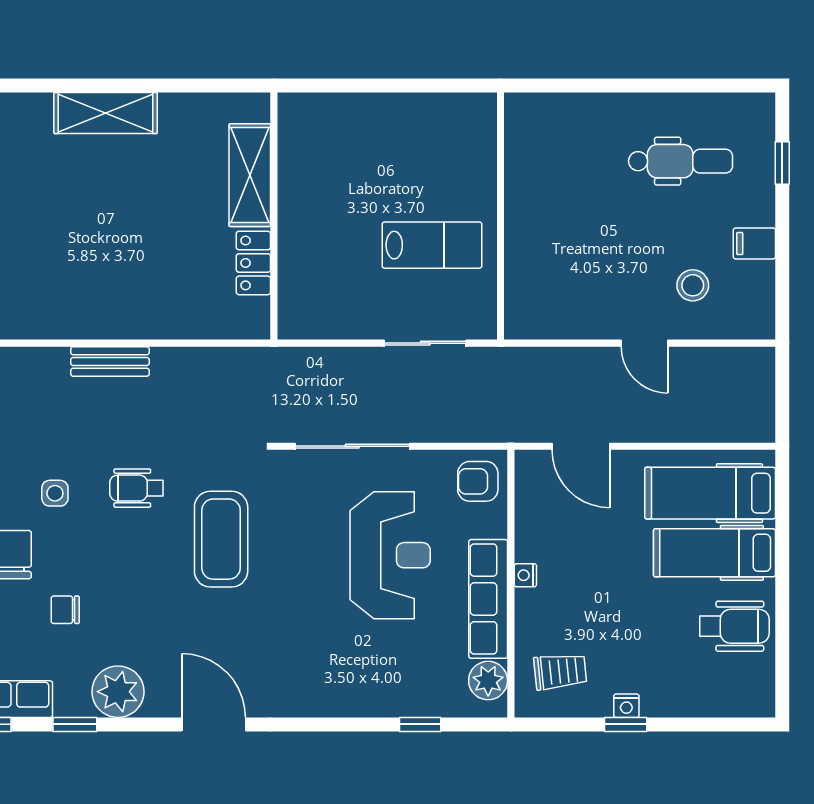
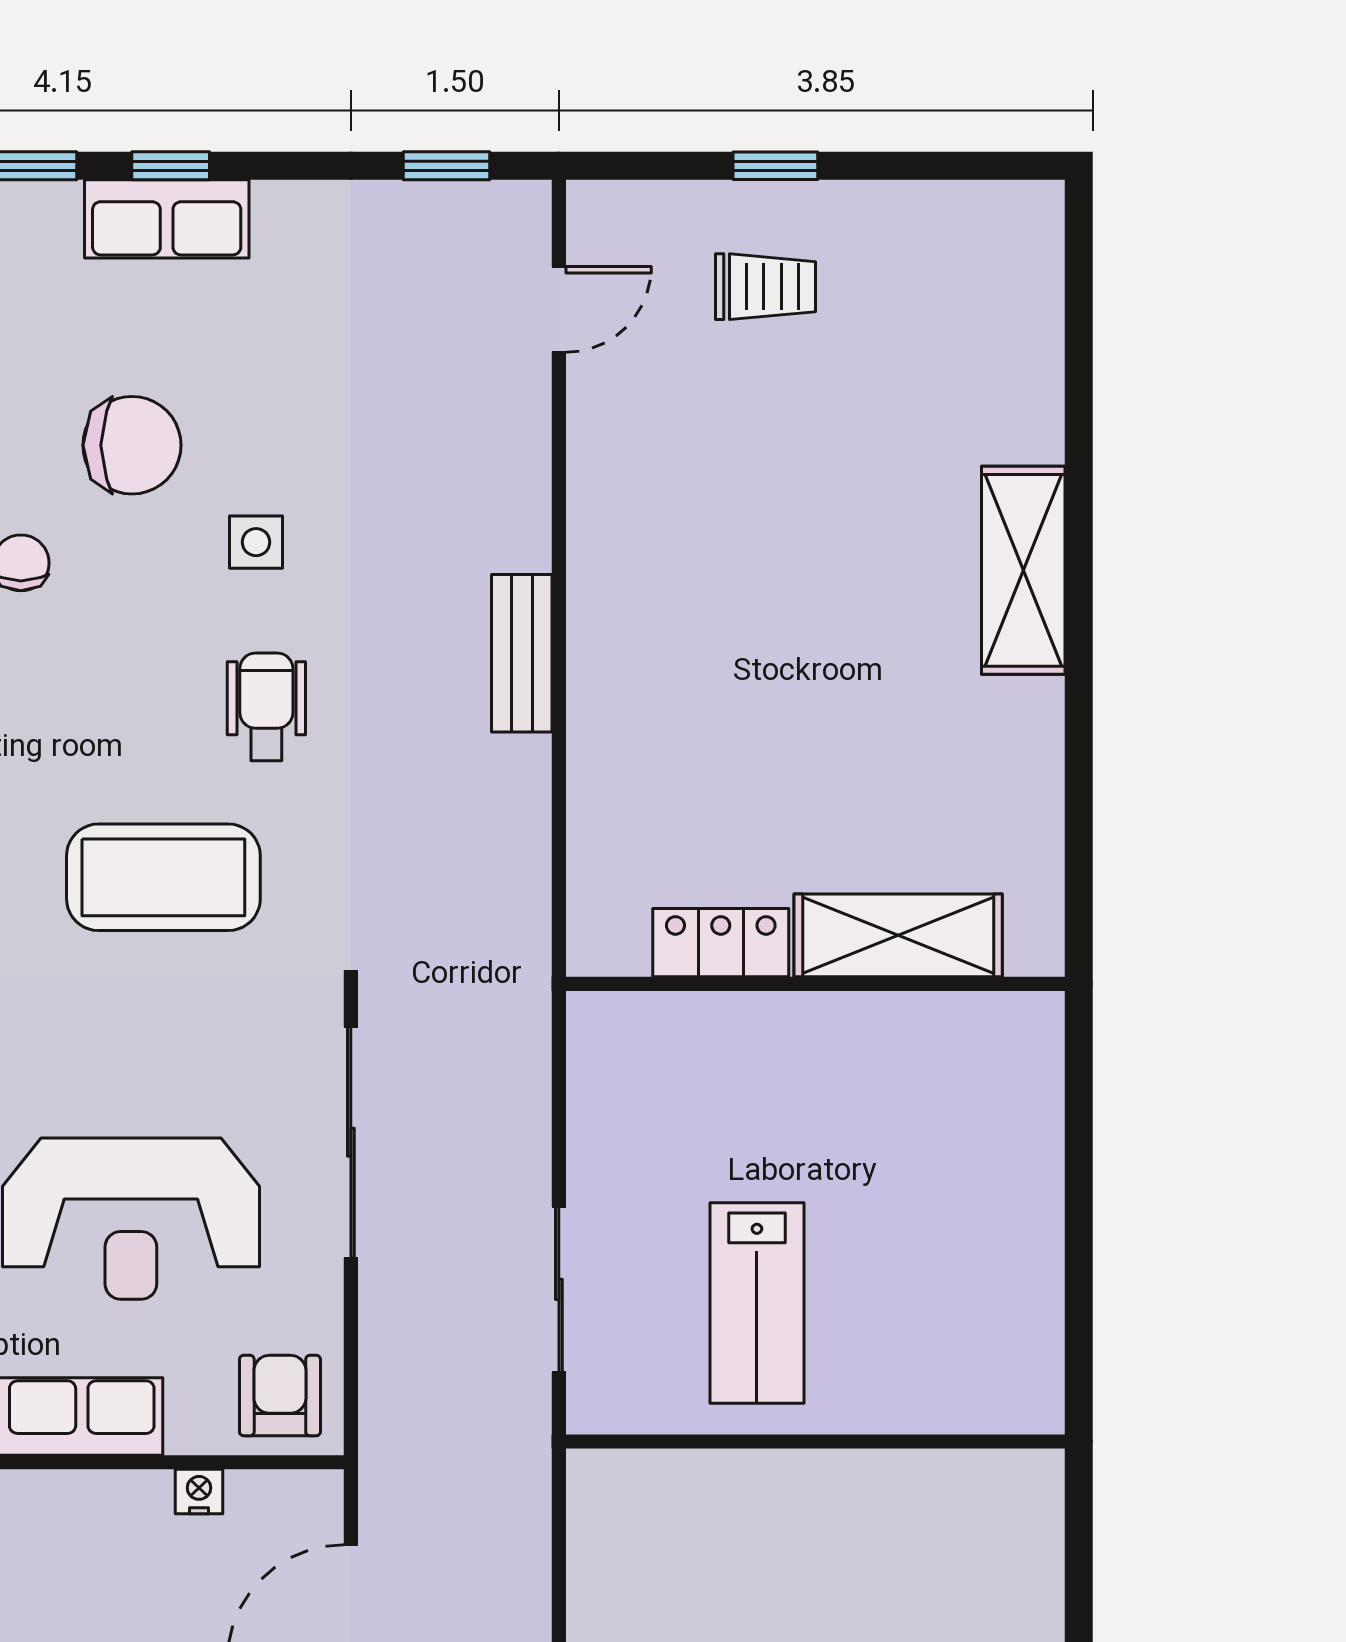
shelving: (106, 113) -> (1023, 570), moved
nightstand: (525, 575) -> (199, 1491), moved

